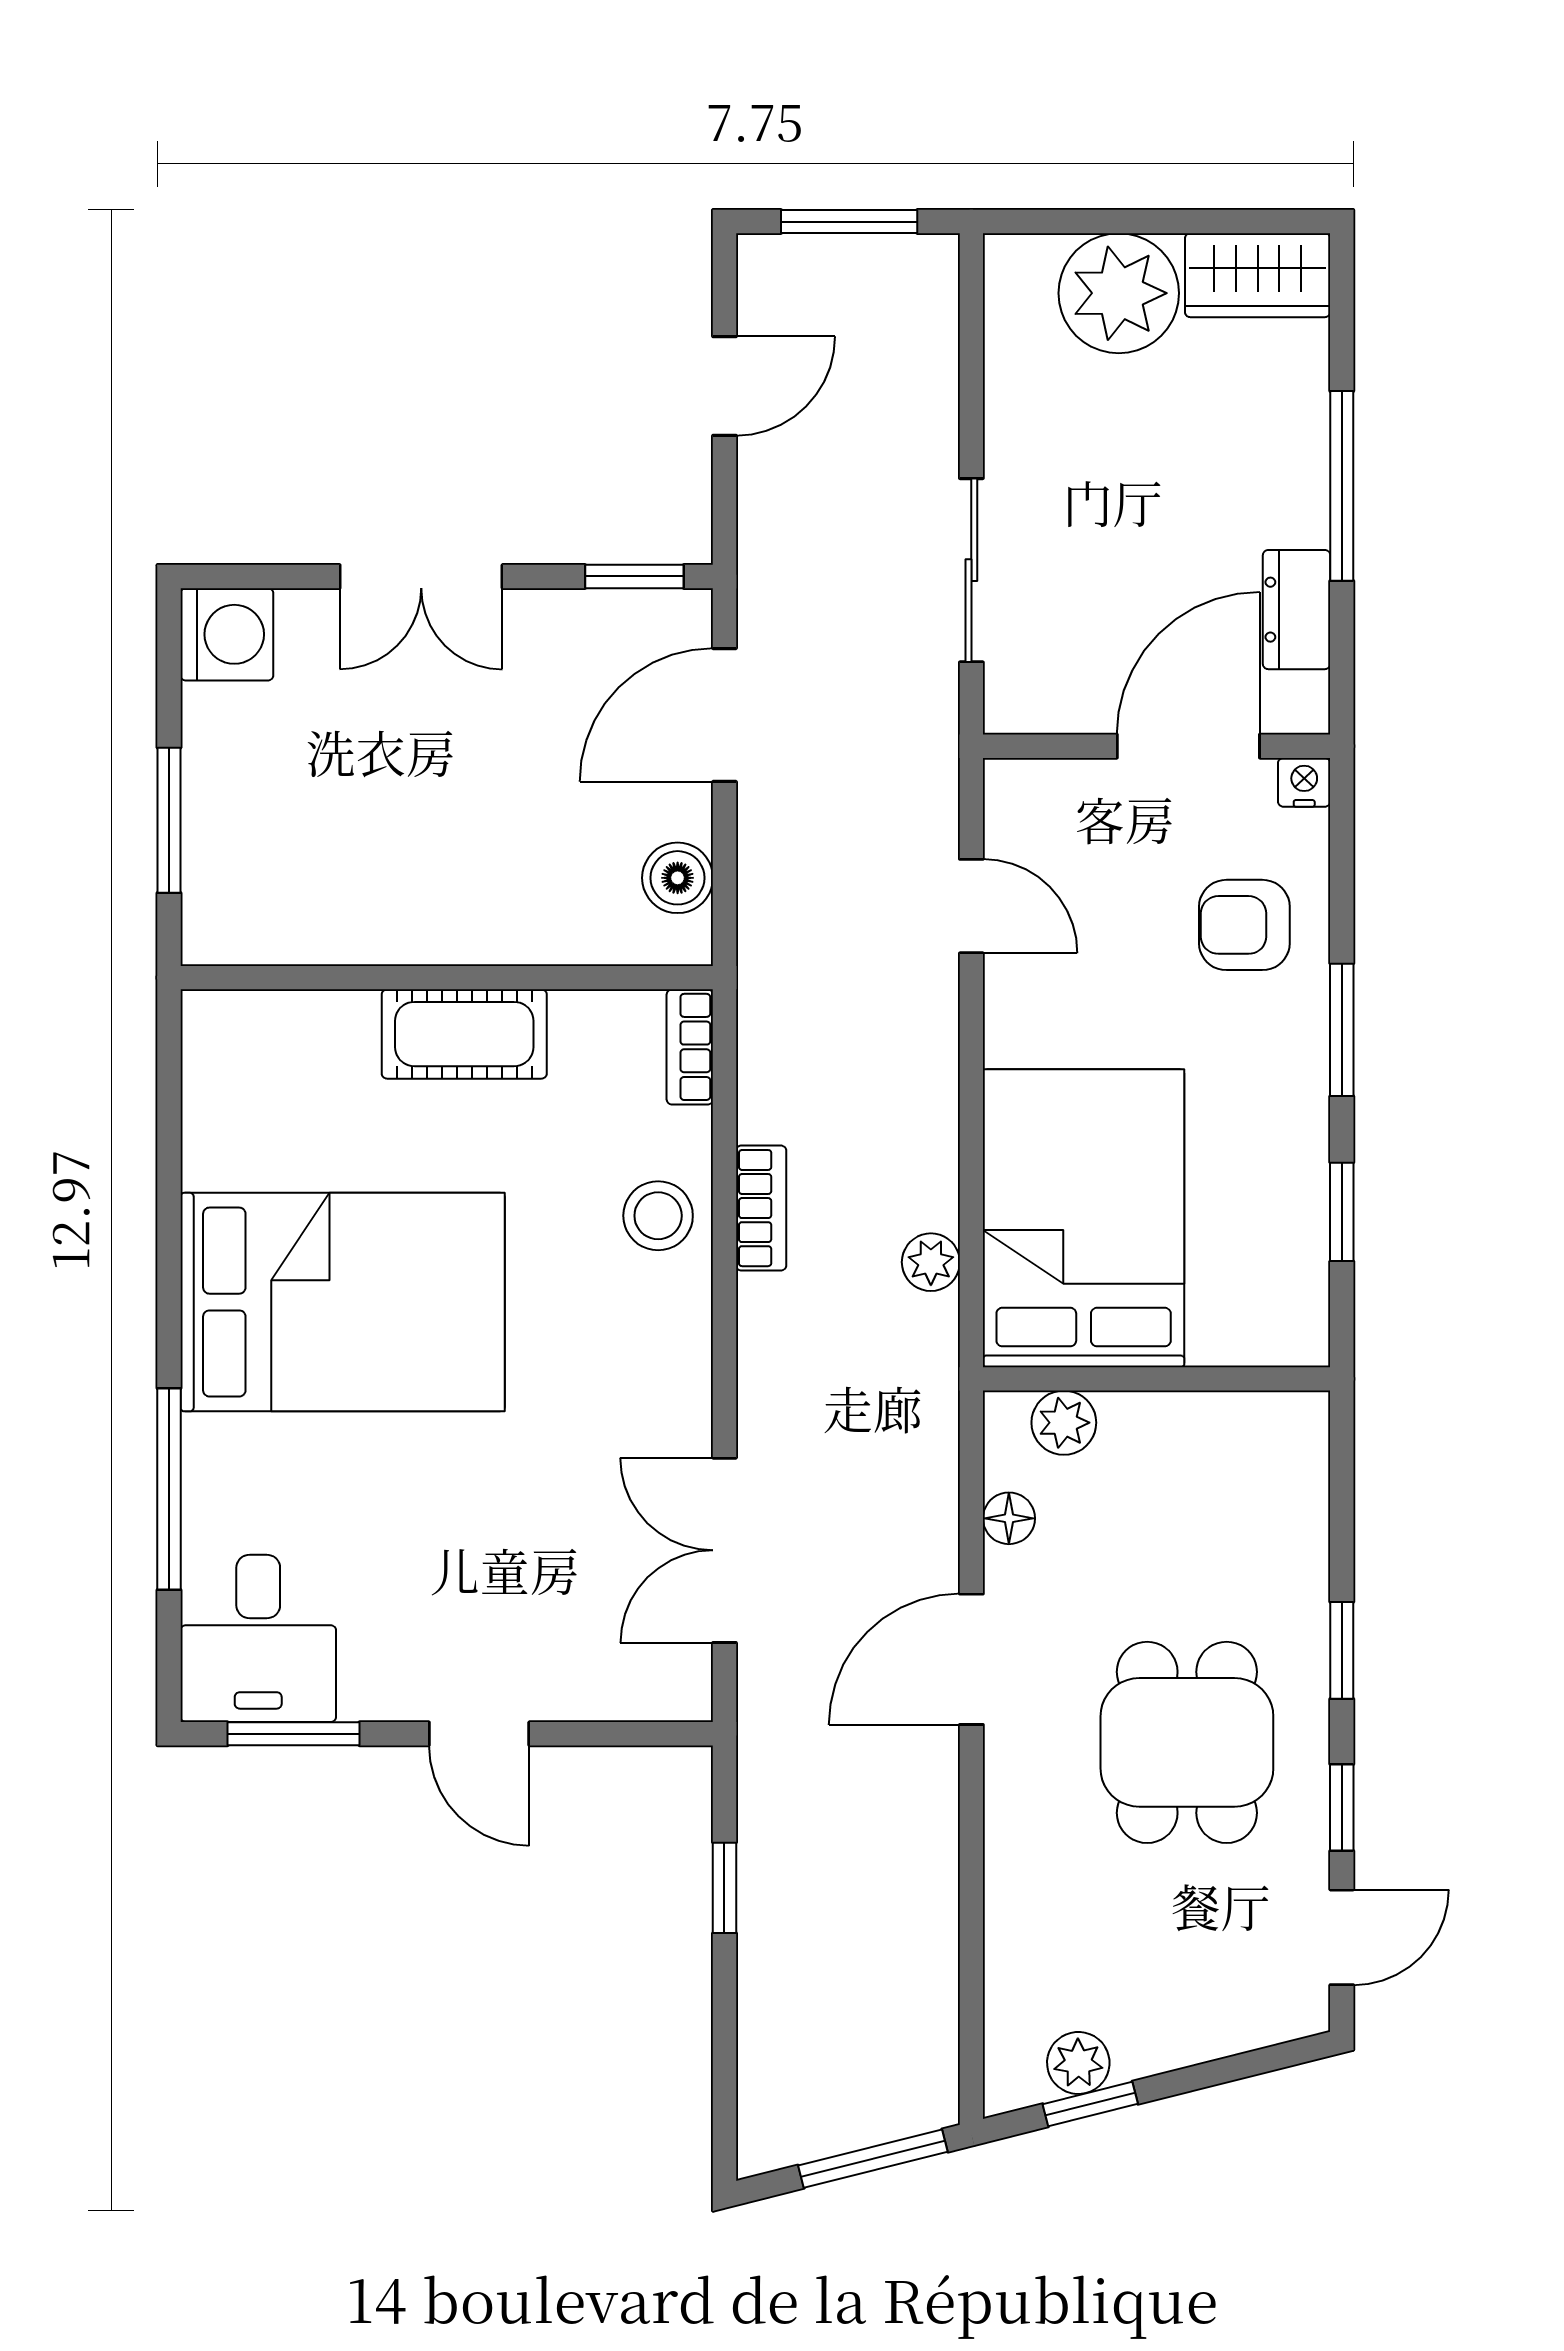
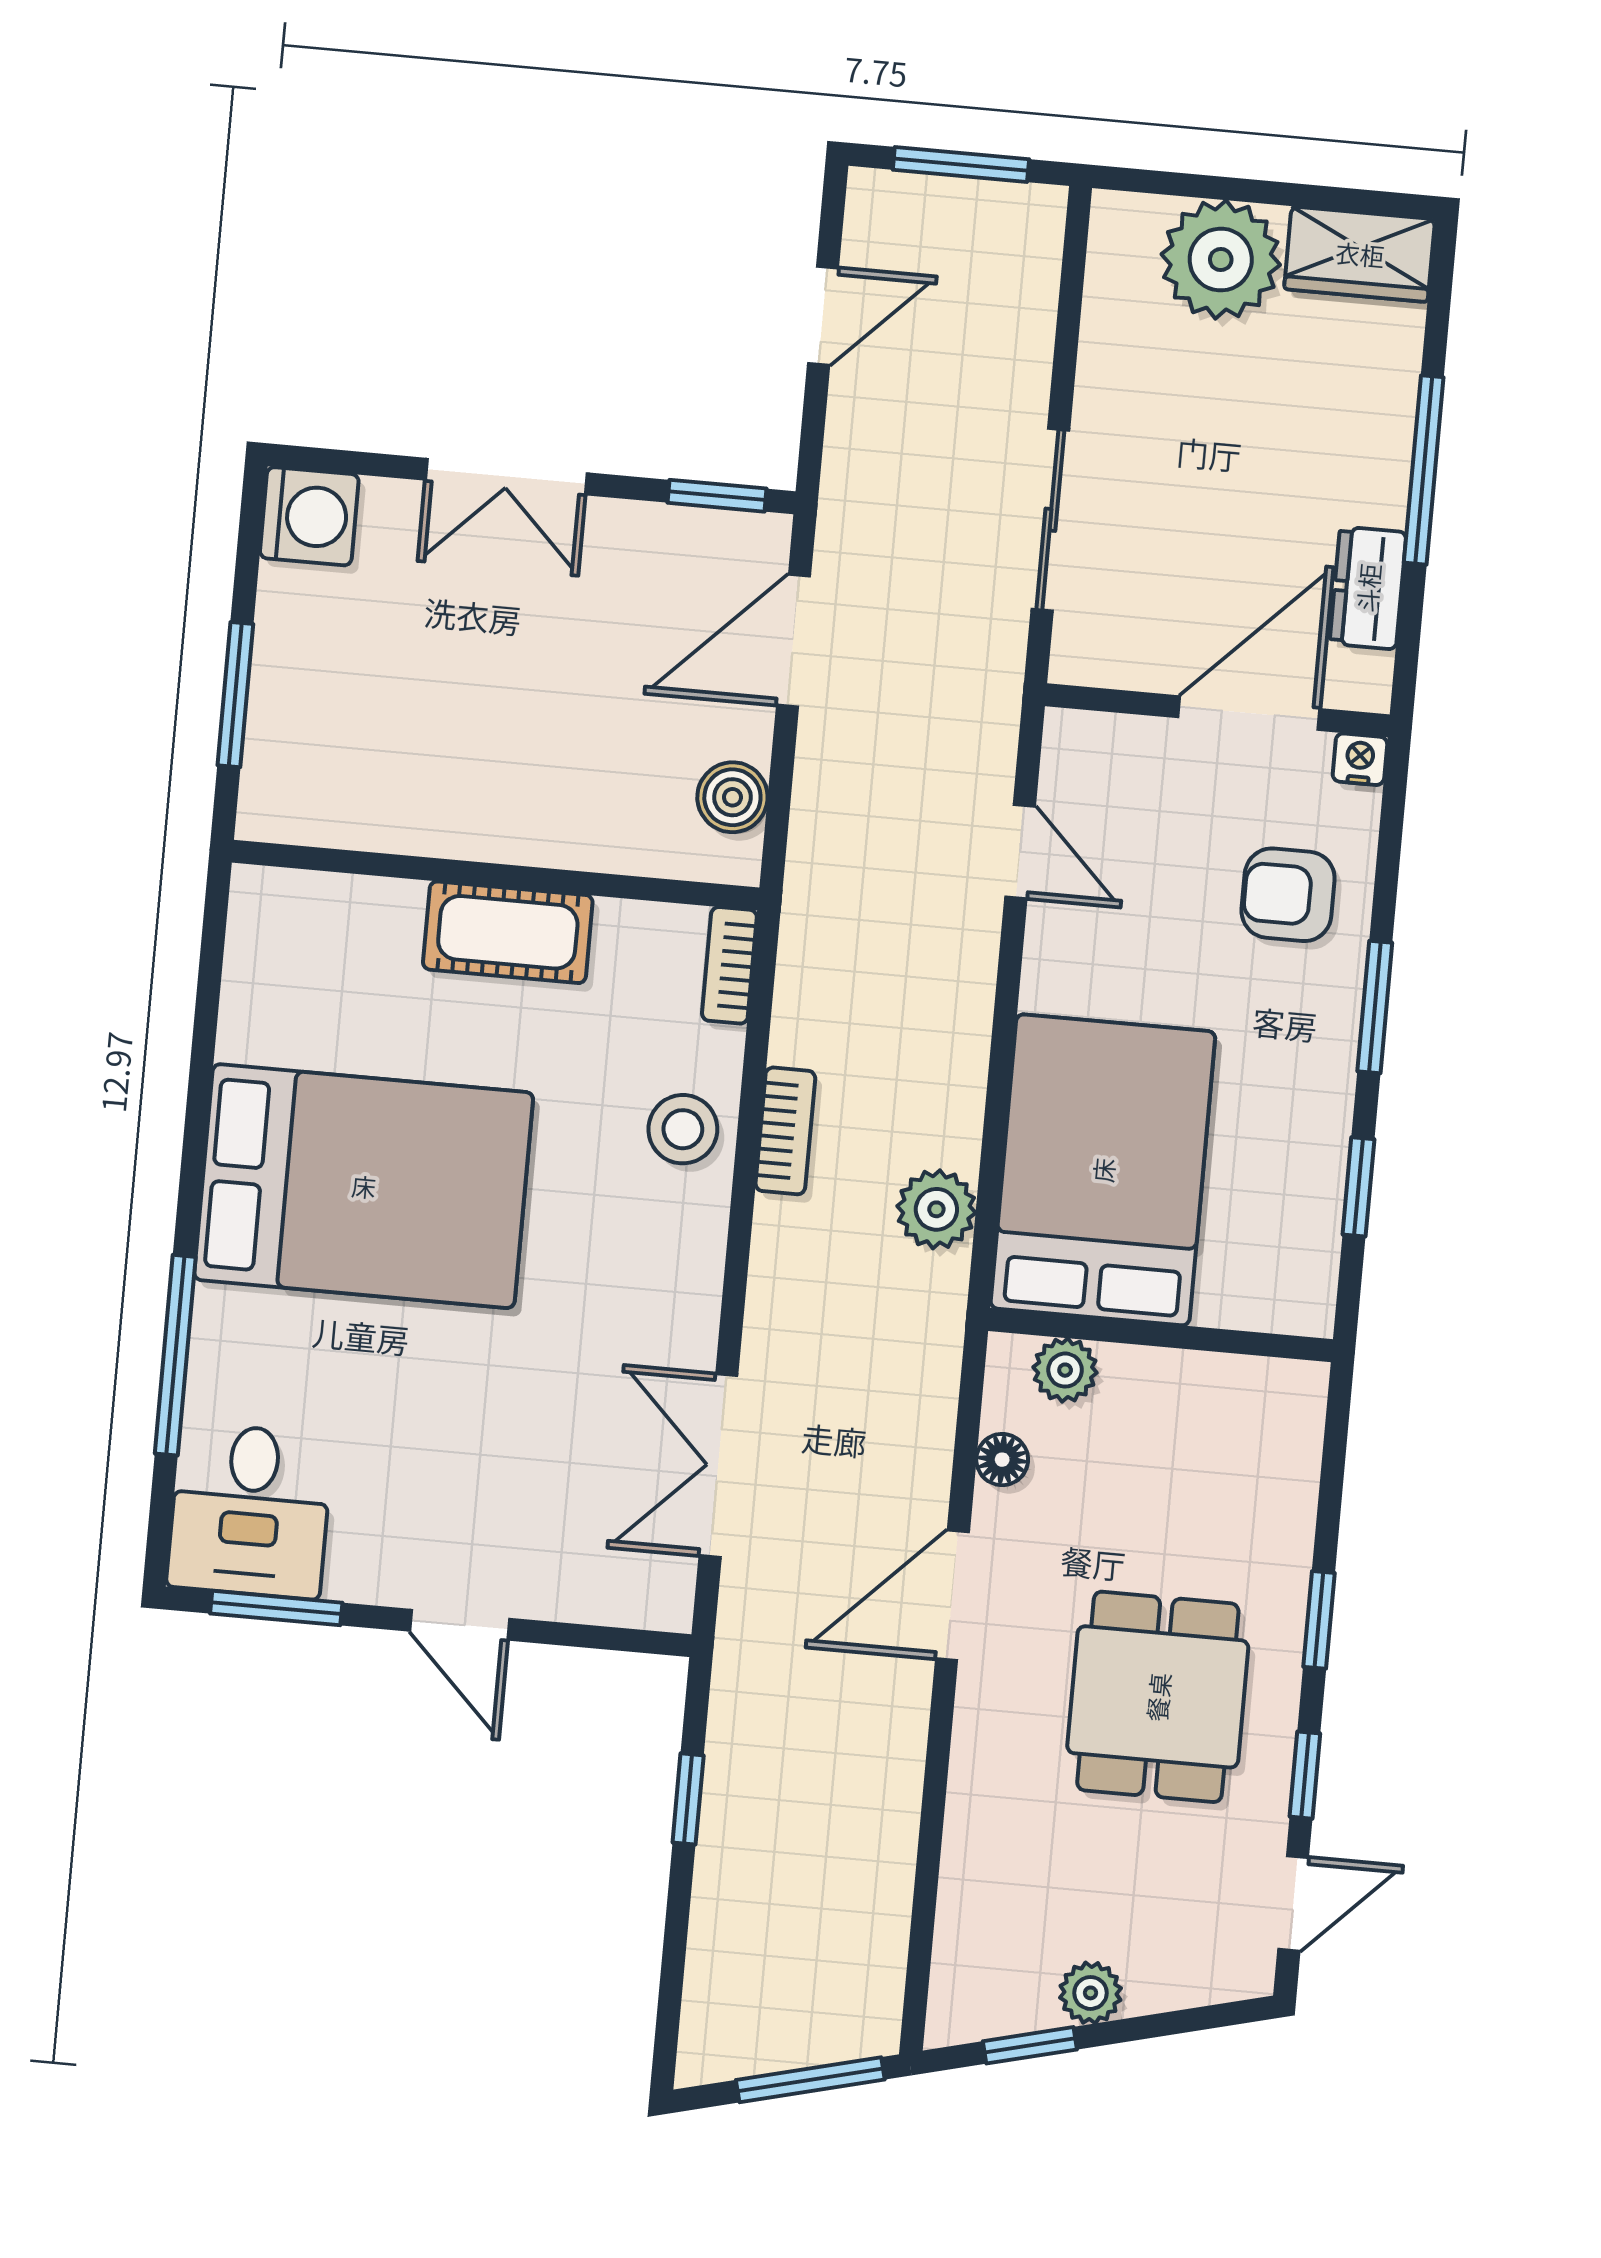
plant: (931, 1262) -> (936, 1209), width x1.38, depth x1.38
plant: (1078, 2063) -> (1091, 1993), moved

